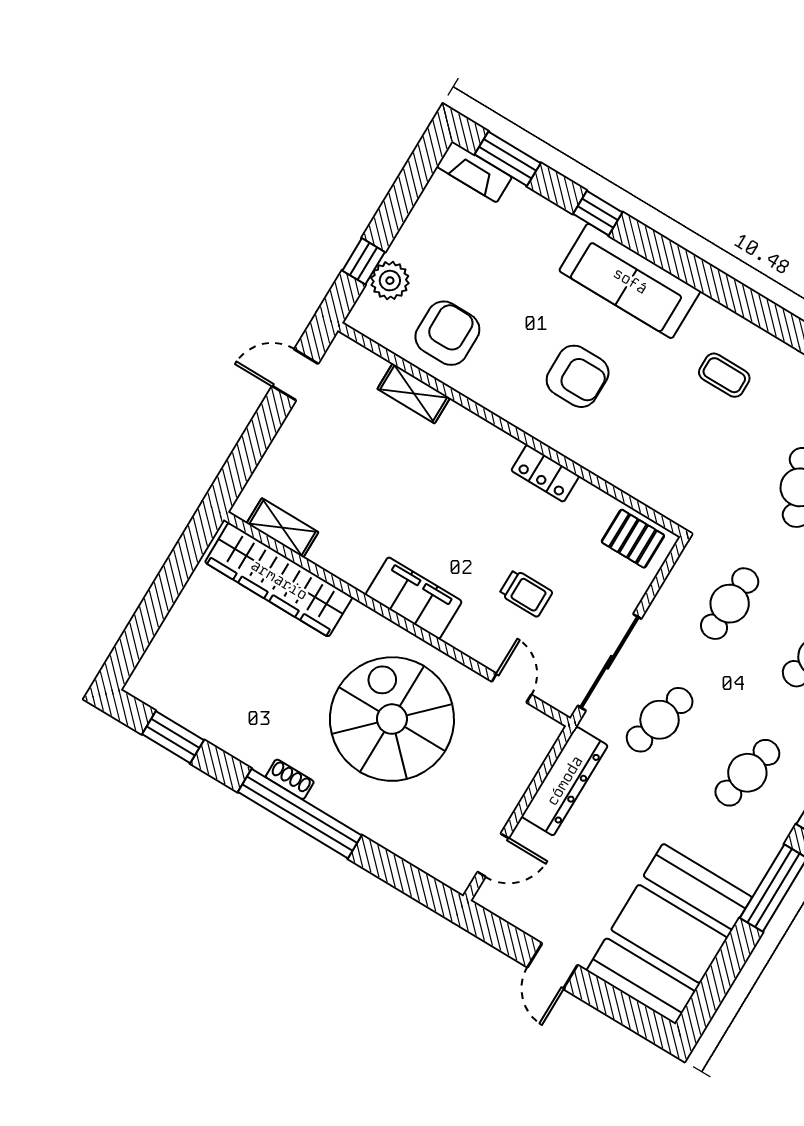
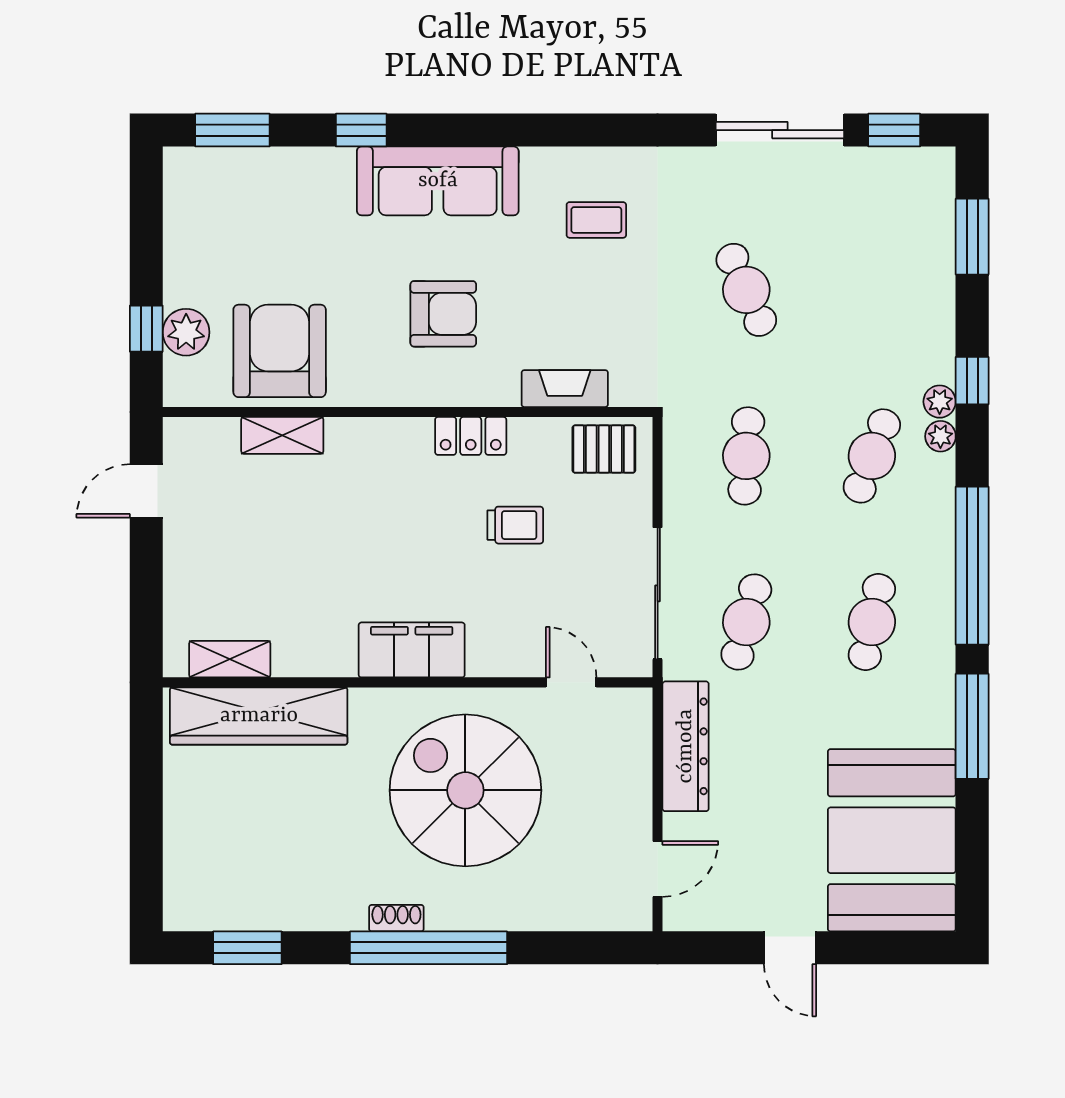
fireplace: (474, 172) -> (565, 389), moved, turned 180
armchair: (447, 333) -> (280, 351), width x1.36, depth x1.36
trolley: (526, 593) -> (515, 525), moved

